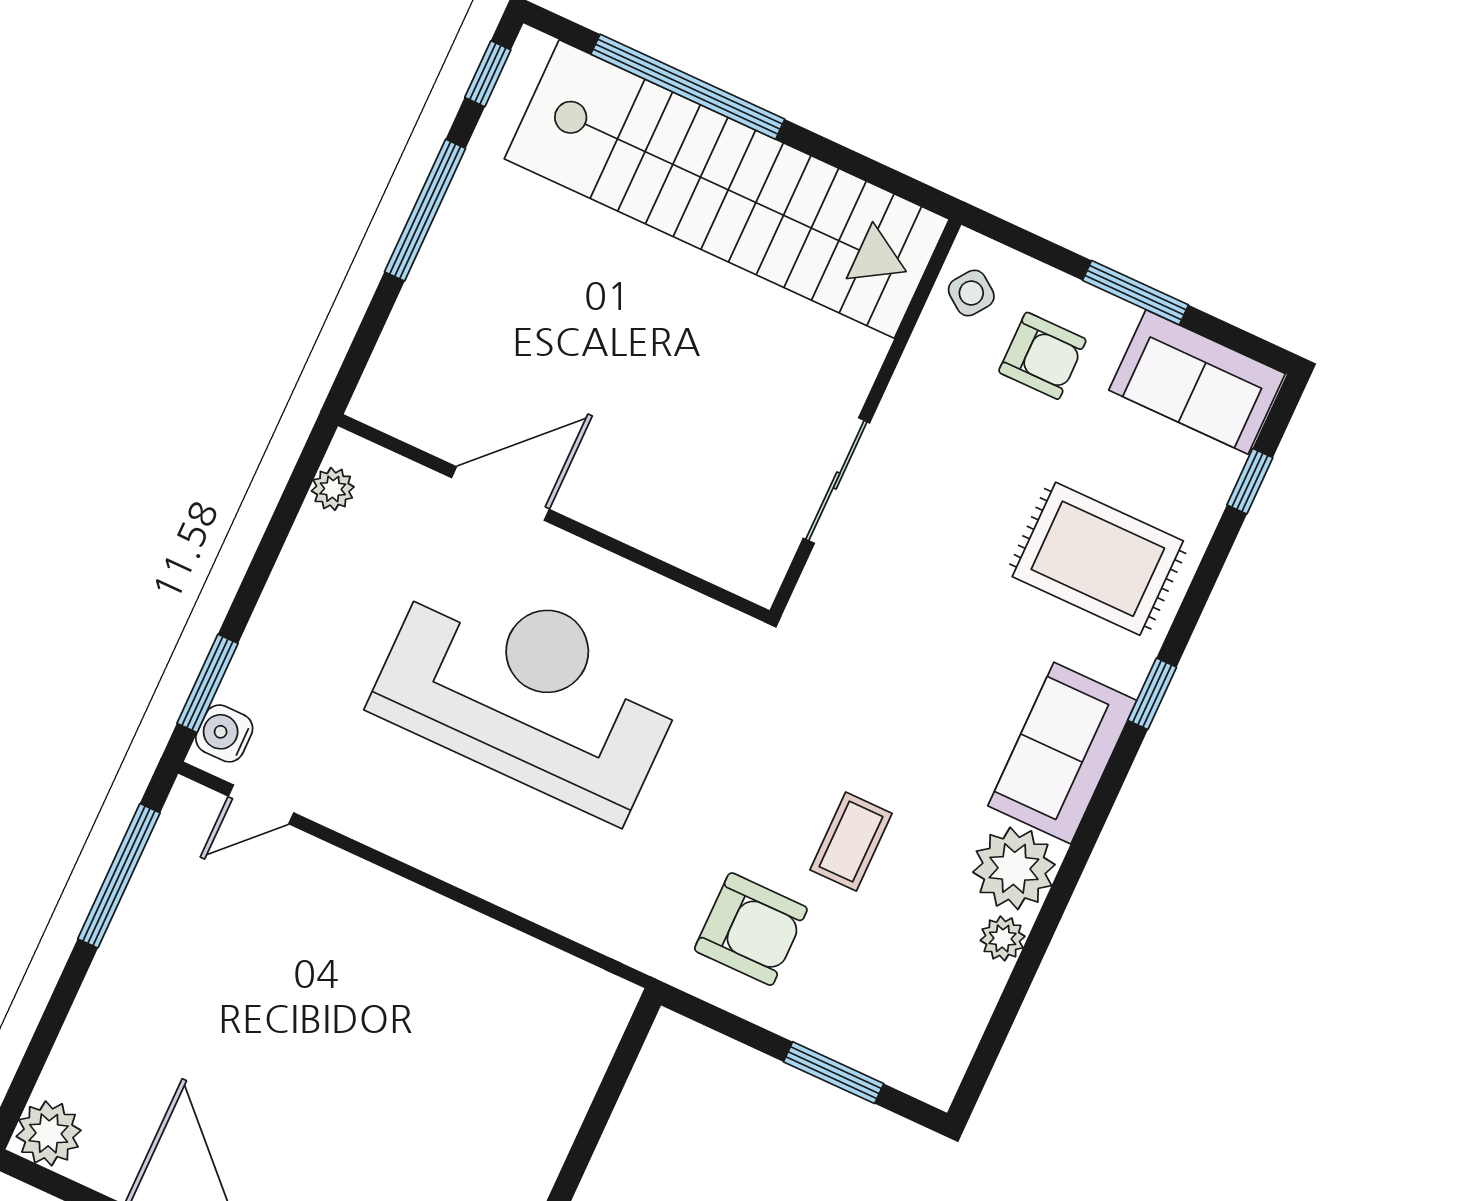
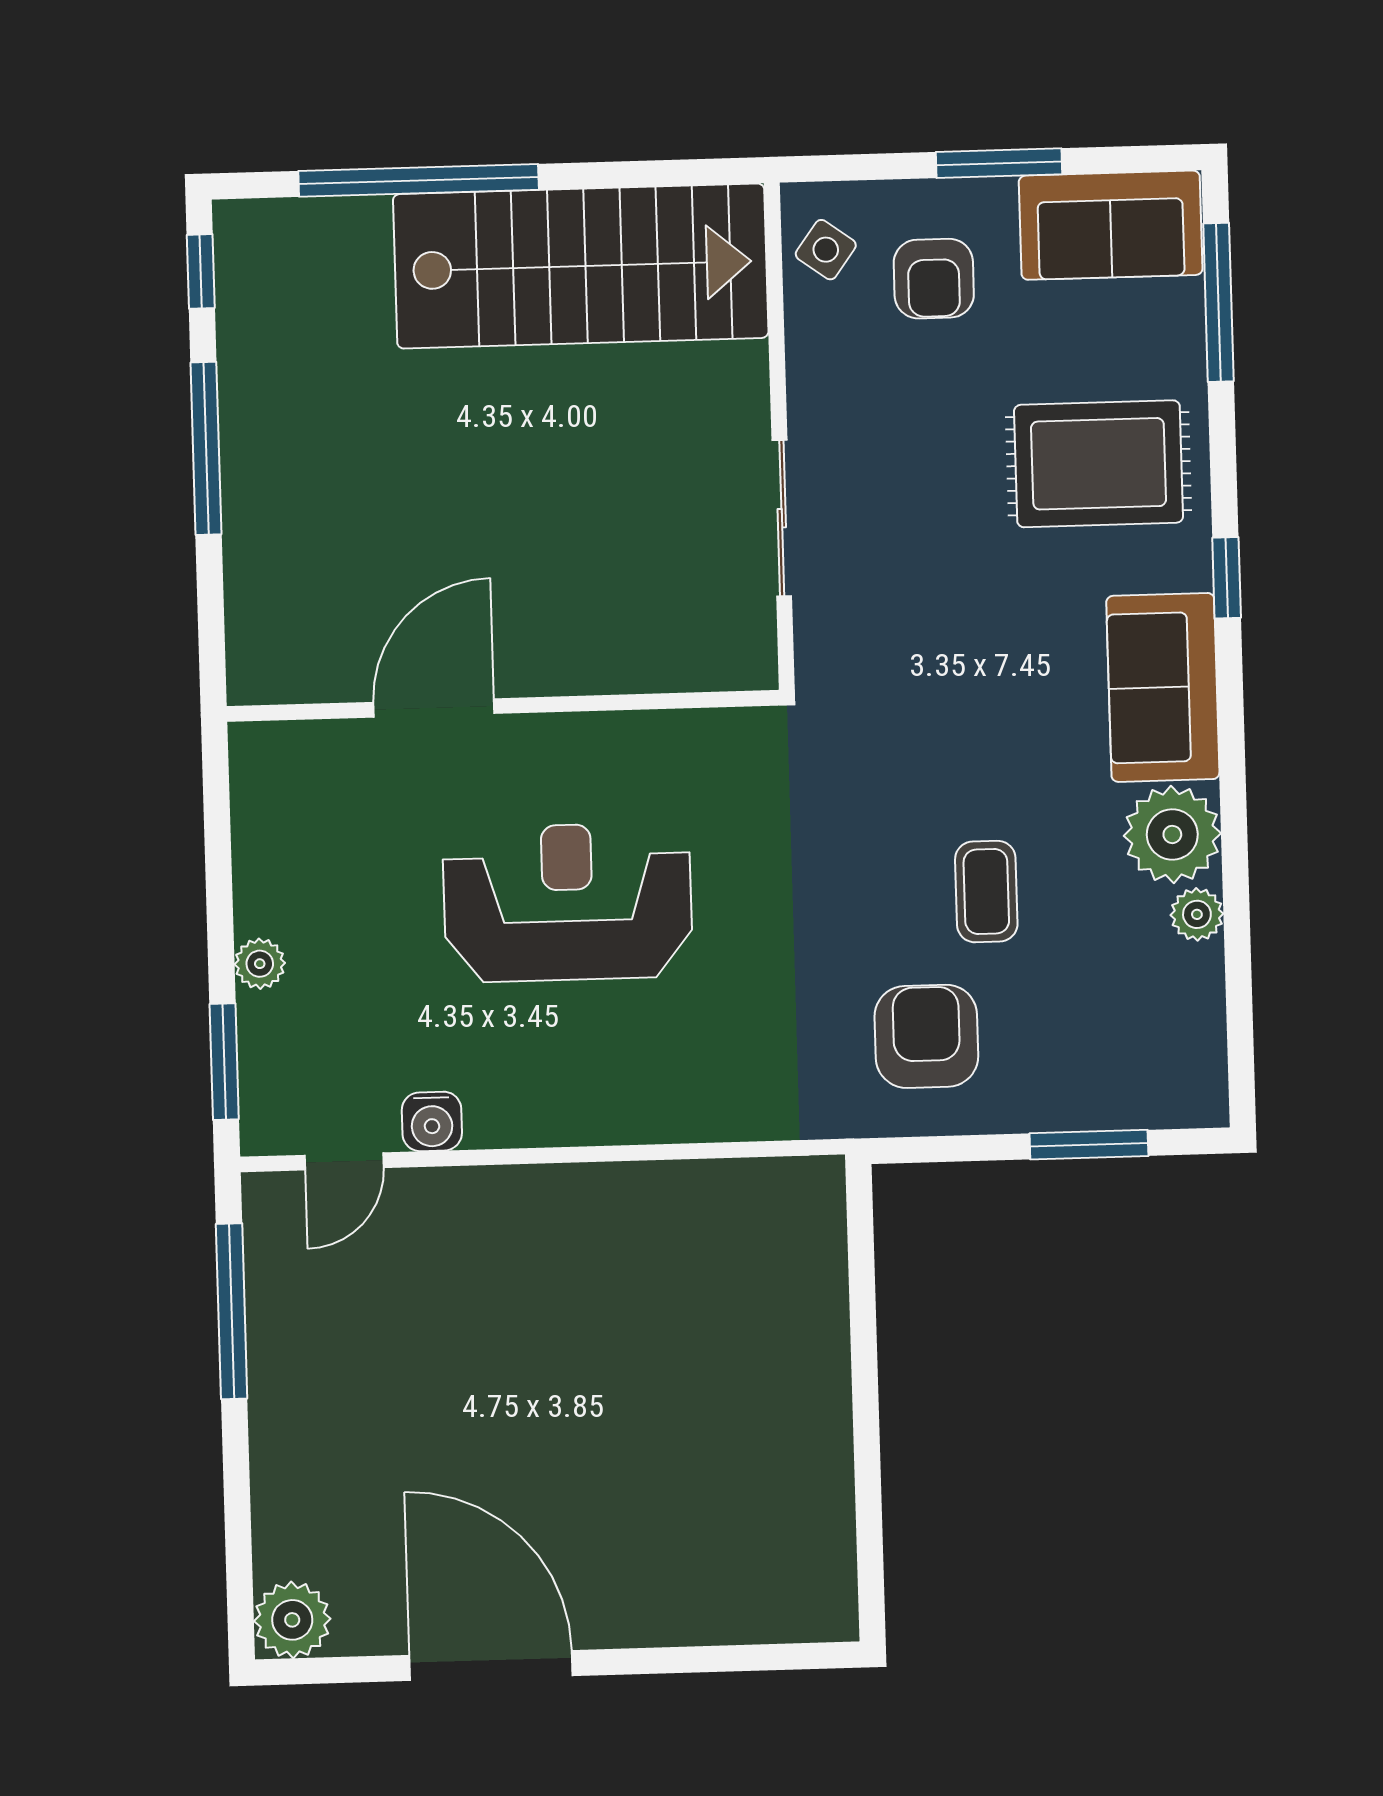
stairs: (727, 189) -> (581, 266), width x0.73
armchair: (1042, 356) -> (934, 279), turned 90
window: (1250, 481) -> (1218, 302), width x2.17
plant: (333, 489) -> (260, 964), moved
reception desk: (529, 692) -> (568, 902), width x0.74, depth x0.77
water cooler: (224, 733) -> (432, 1121), moved, turned -90
armchair: (751, 929) -> (926, 1036), turned -90

